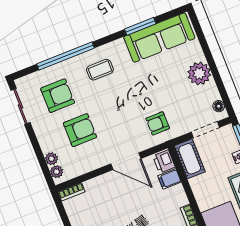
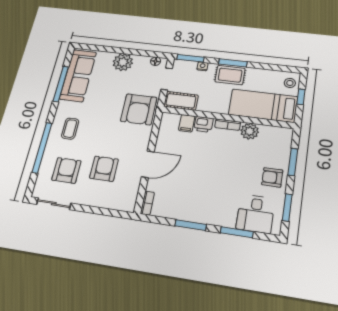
window: (140, 26) -> (61, 84), width x1.44
armchair: (158, 123) -> (139, 109), width x1.88, depth x1.88
plant: (51, 159) -> (111, 203), removed
door: (126, 161) -> (148, 164), moved
printer: (164, 162) -> (203, 124), moved
plant: (57, 172) -> (124, 205), removed

